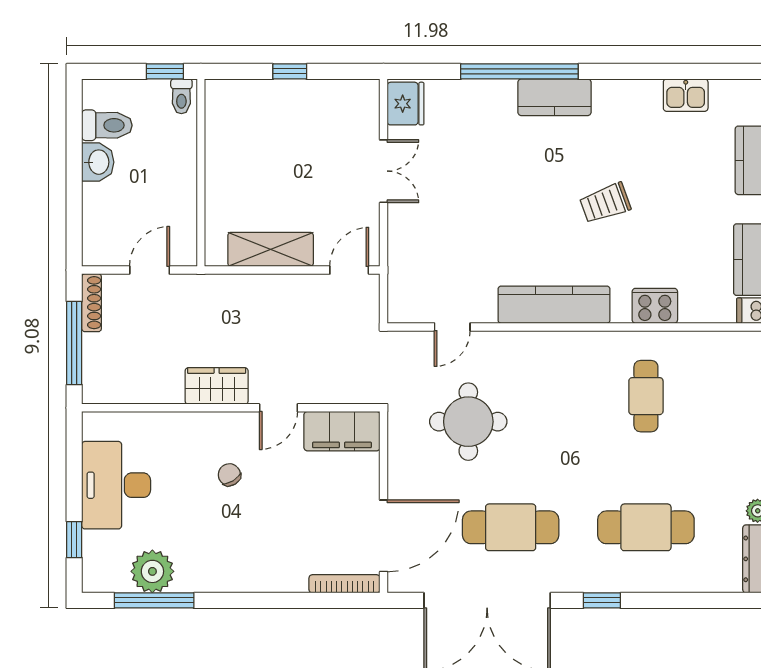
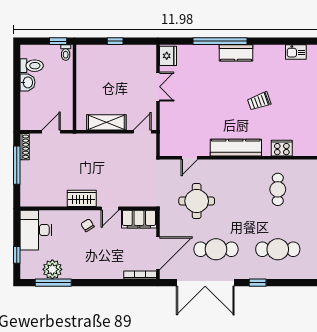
wardrobe: (217, 386) -> (82, 198), moved
wall: (231, 408) -> (88, 208), moved
door: (278, 408) -> (110, 208), moved
filing cabinet: (342, 431) -> (139, 219), moved

